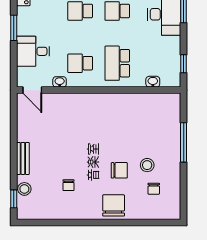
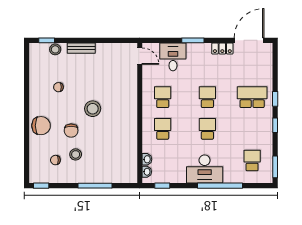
school desk: (117, 63) -> (163, 129), width x0.54
washbasin: (60, 82) -> (147, 172), moved
door: (32, 90) -> (140, 56), swing flipped
stool: (94, 145) -> (93, 109), added
window: (184, 205) -> (41, 186), added

